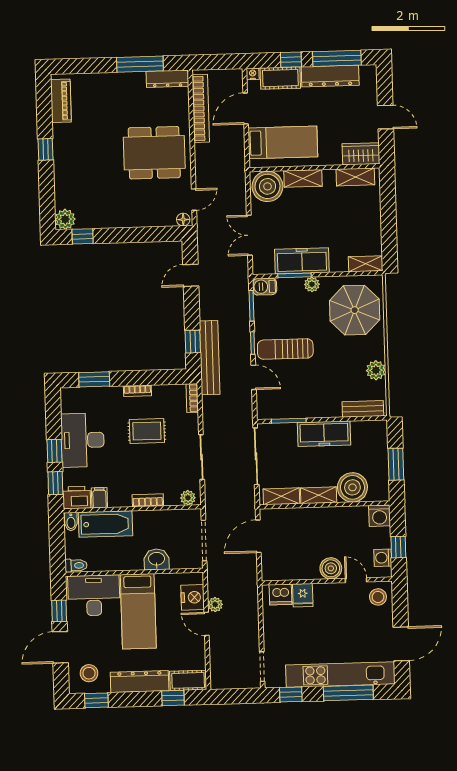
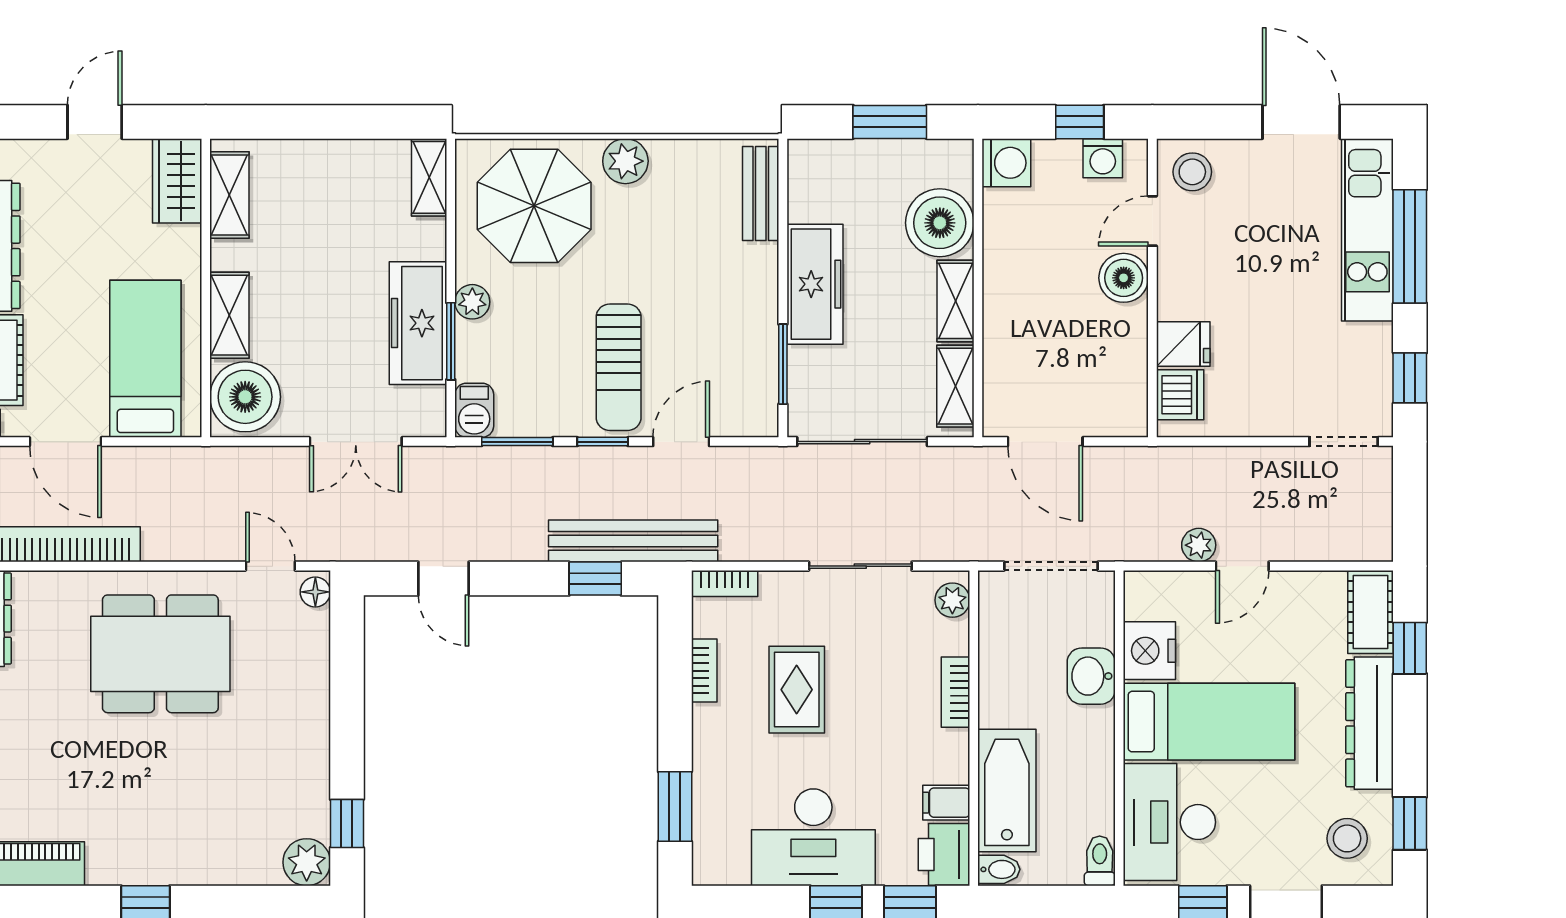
dining table: (154, 153) -> (160, 654), turned 90
plant: (376, 370) -> (625, 161), moved
bookcase: (137, 391) -> (704, 671), moved
nightstand: (193, 597) -> (1149, 651), moved, turned -90
kitchen unit: (340, 675) -> (1367, 230), width x0.73

